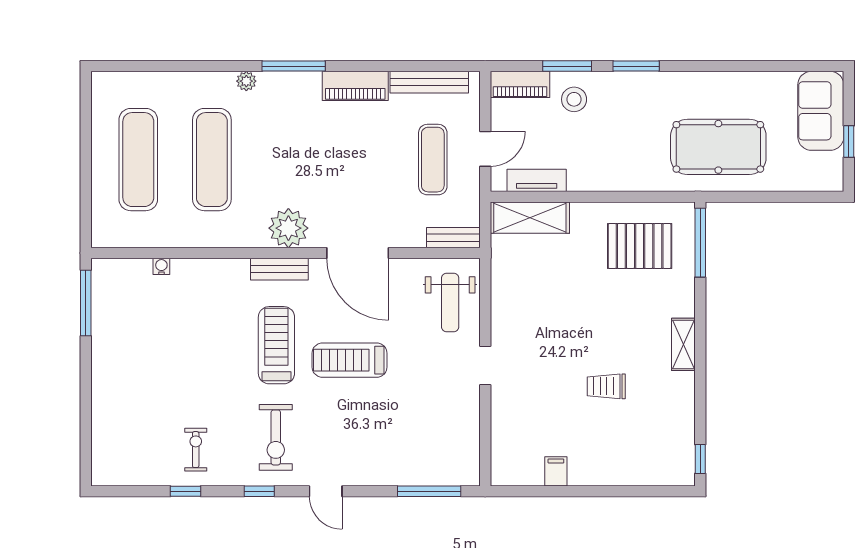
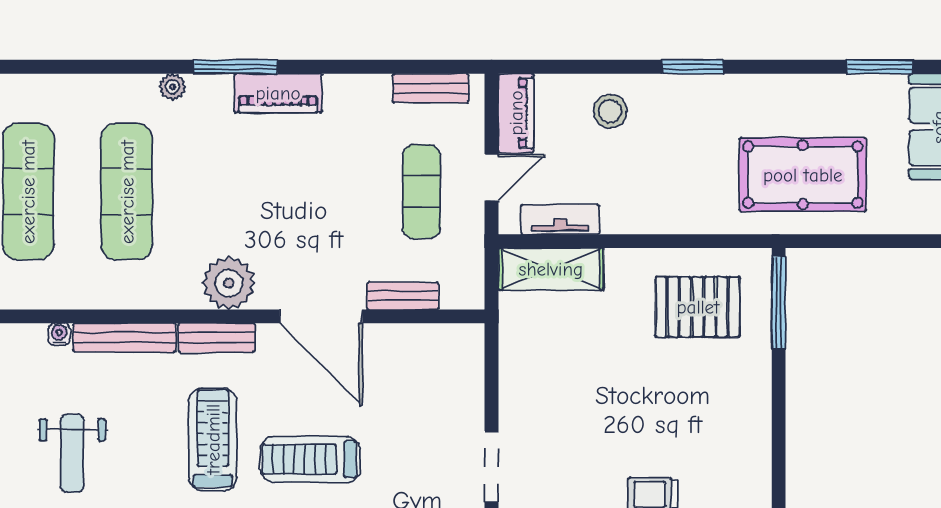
window: (567, 66) -> (879, 67), moved
bench: (429, 82) -> (431, 88), width x0.73
piano: (520, 84) -> (516, 113), moved, turned -90
piano: (355, 86) -> (278, 93), moved
bench: (453, 238) -> (403, 296), moved
bench: (210, 269) -> (124, 338), added
weight bench: (450, 302) -> (72, 453), moved
shelving: (683, 344) -> (756, 438), removed
doorway: (485, 365) -> (491, 466), width x1.38

